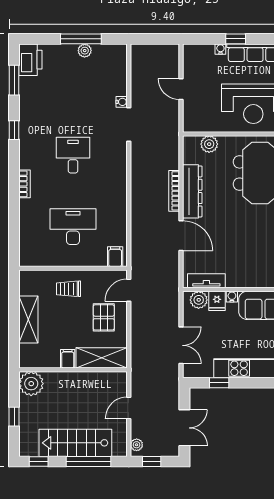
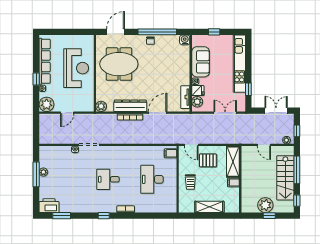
plant: (195, 56) -> (47, 104), added
window: (14, 130) -> (104, 216), moved
plant: (209, 144) -> (101, 106), moved
plant: (31, 384) -> (265, 205), moved

